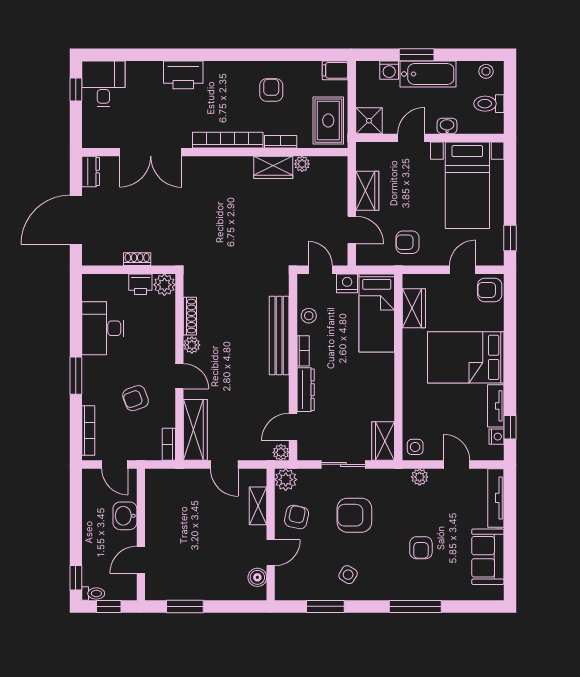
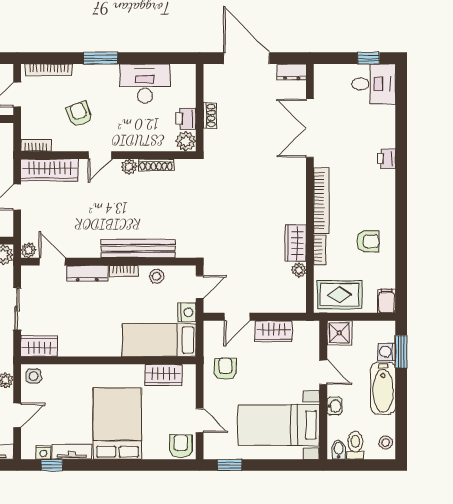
window: (417, 55) -> (401, 352), moved
printer: (183, 75) -> (387, 159), width x0.53, depth x0.68
bidet: (494, 121) -> (339, 450), added

